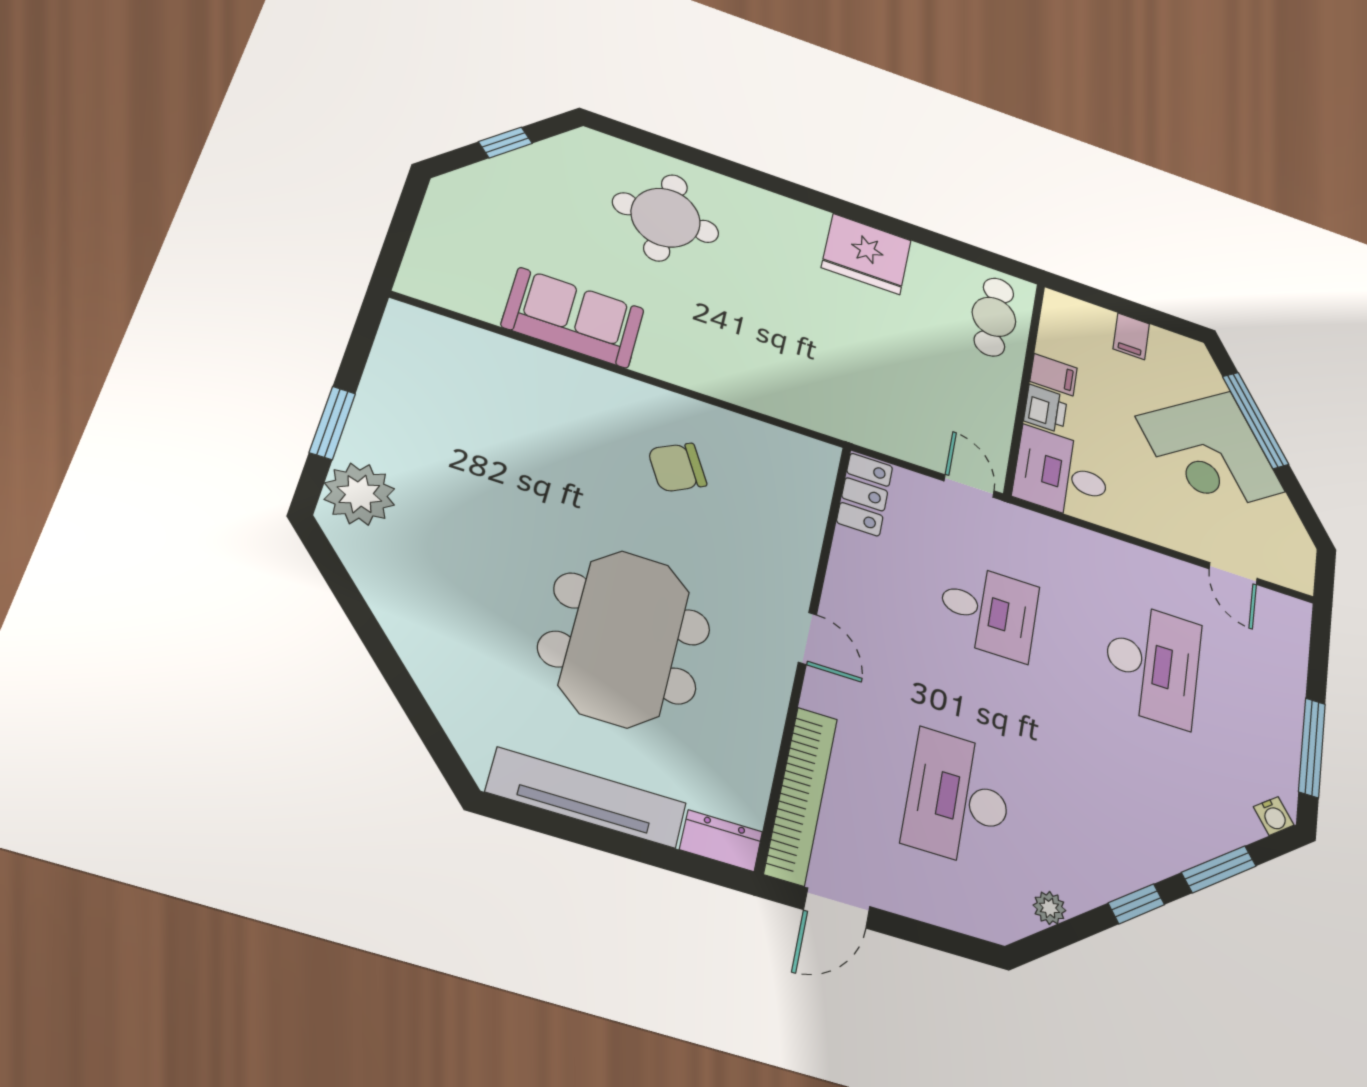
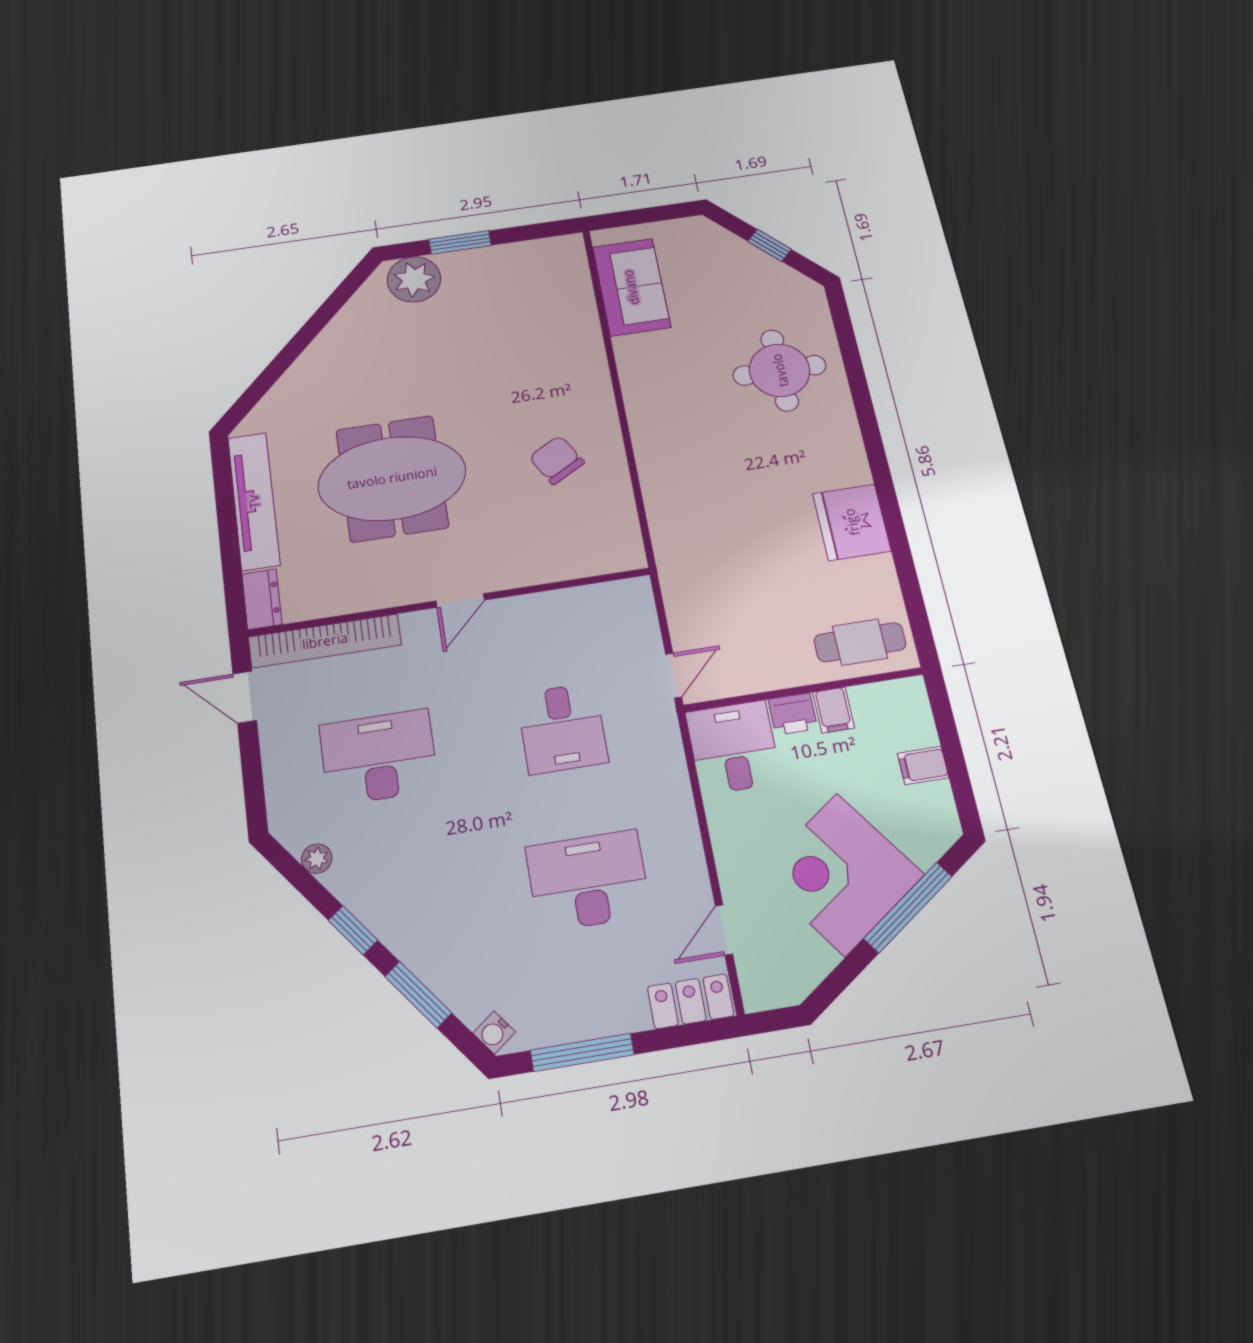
sofa: (573, 318) -> (631, 287), moved
locker: (865, 494) -> (691, 1001), moved, turned 180
desk: (1152, 664) -> (588, 881), turned 180

